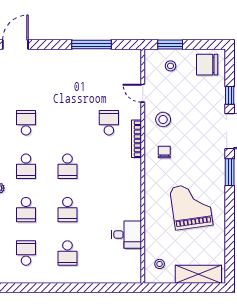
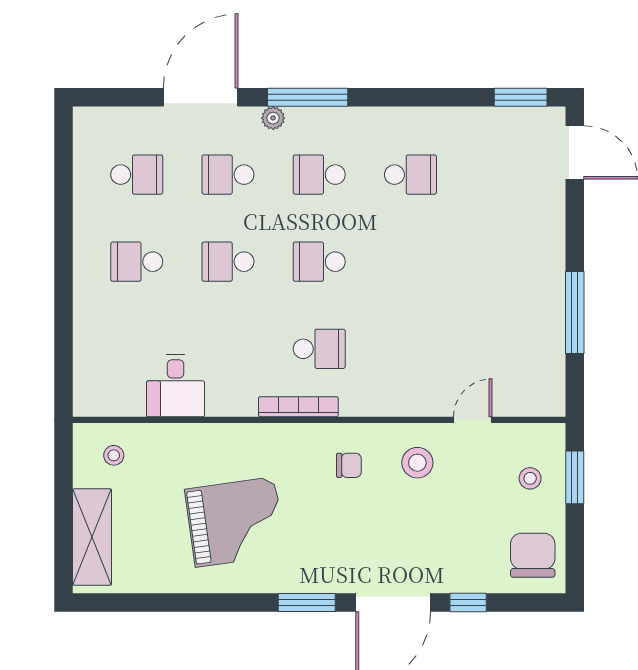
school desk: (109, 123) -> (319, 349), moved
bookcase: (136, 139) -> (298, 407), moved

